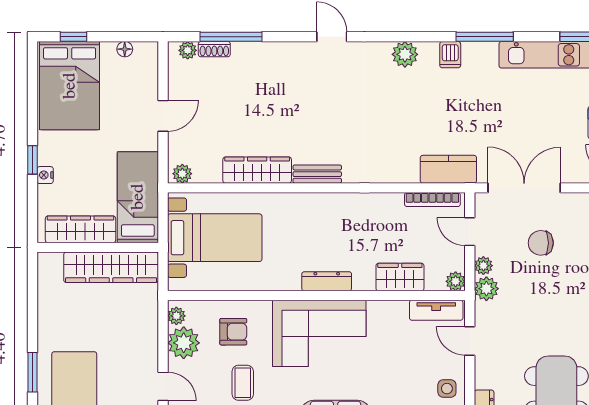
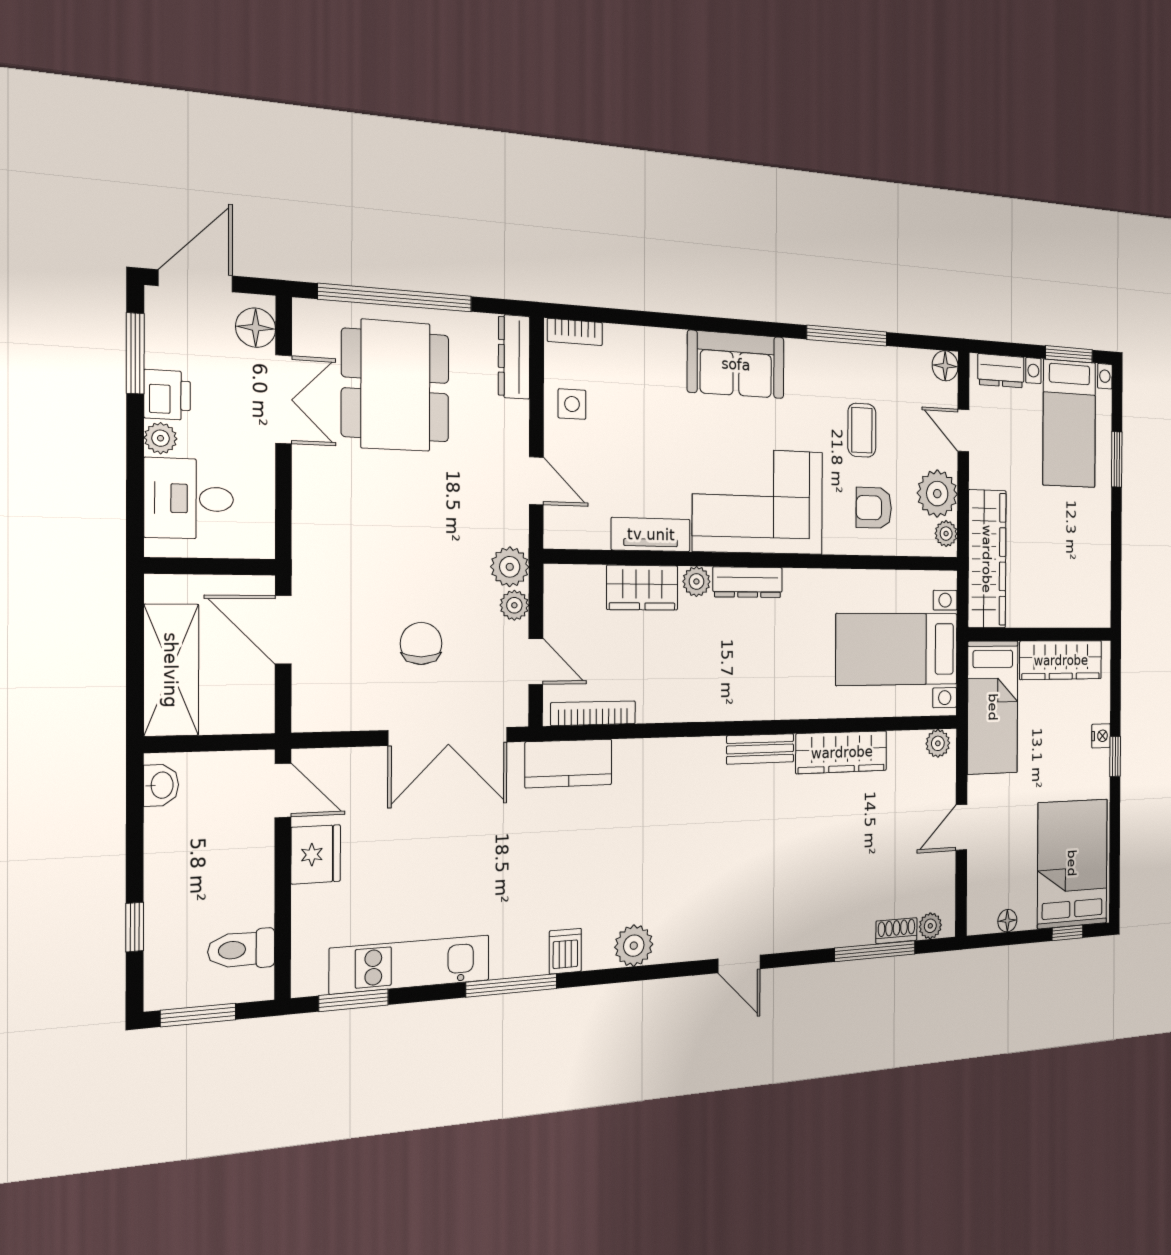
chair: (541, 243) -> (421, 643), turned -90
wardrobe: (111, 267) -> (987, 559), moved, turned 90
plant: (456, 281) -> (696, 581), moved
tv unit: (436, 310) -> (651, 534), moved

